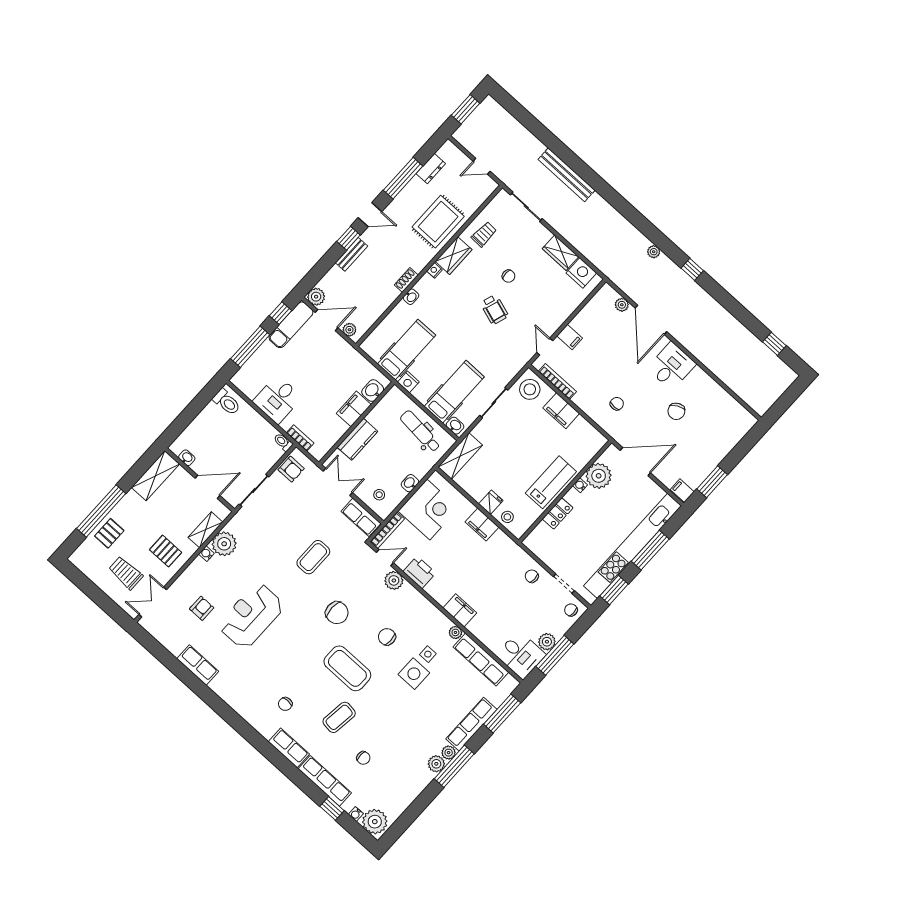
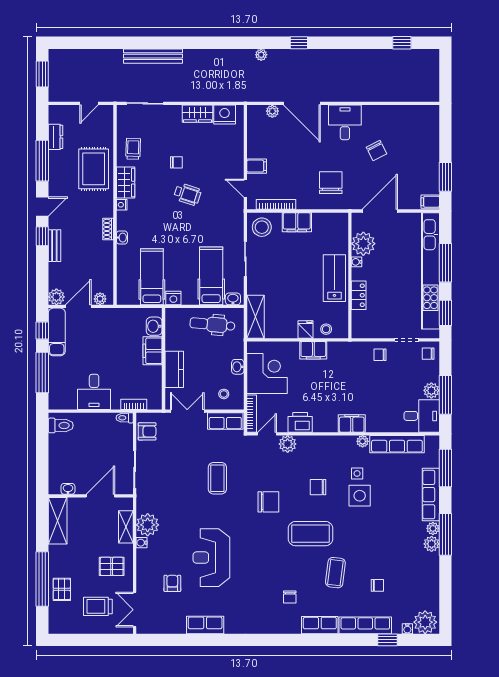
chair: (617, 404) -> (331, 183), width x1.87, depth x1.87

